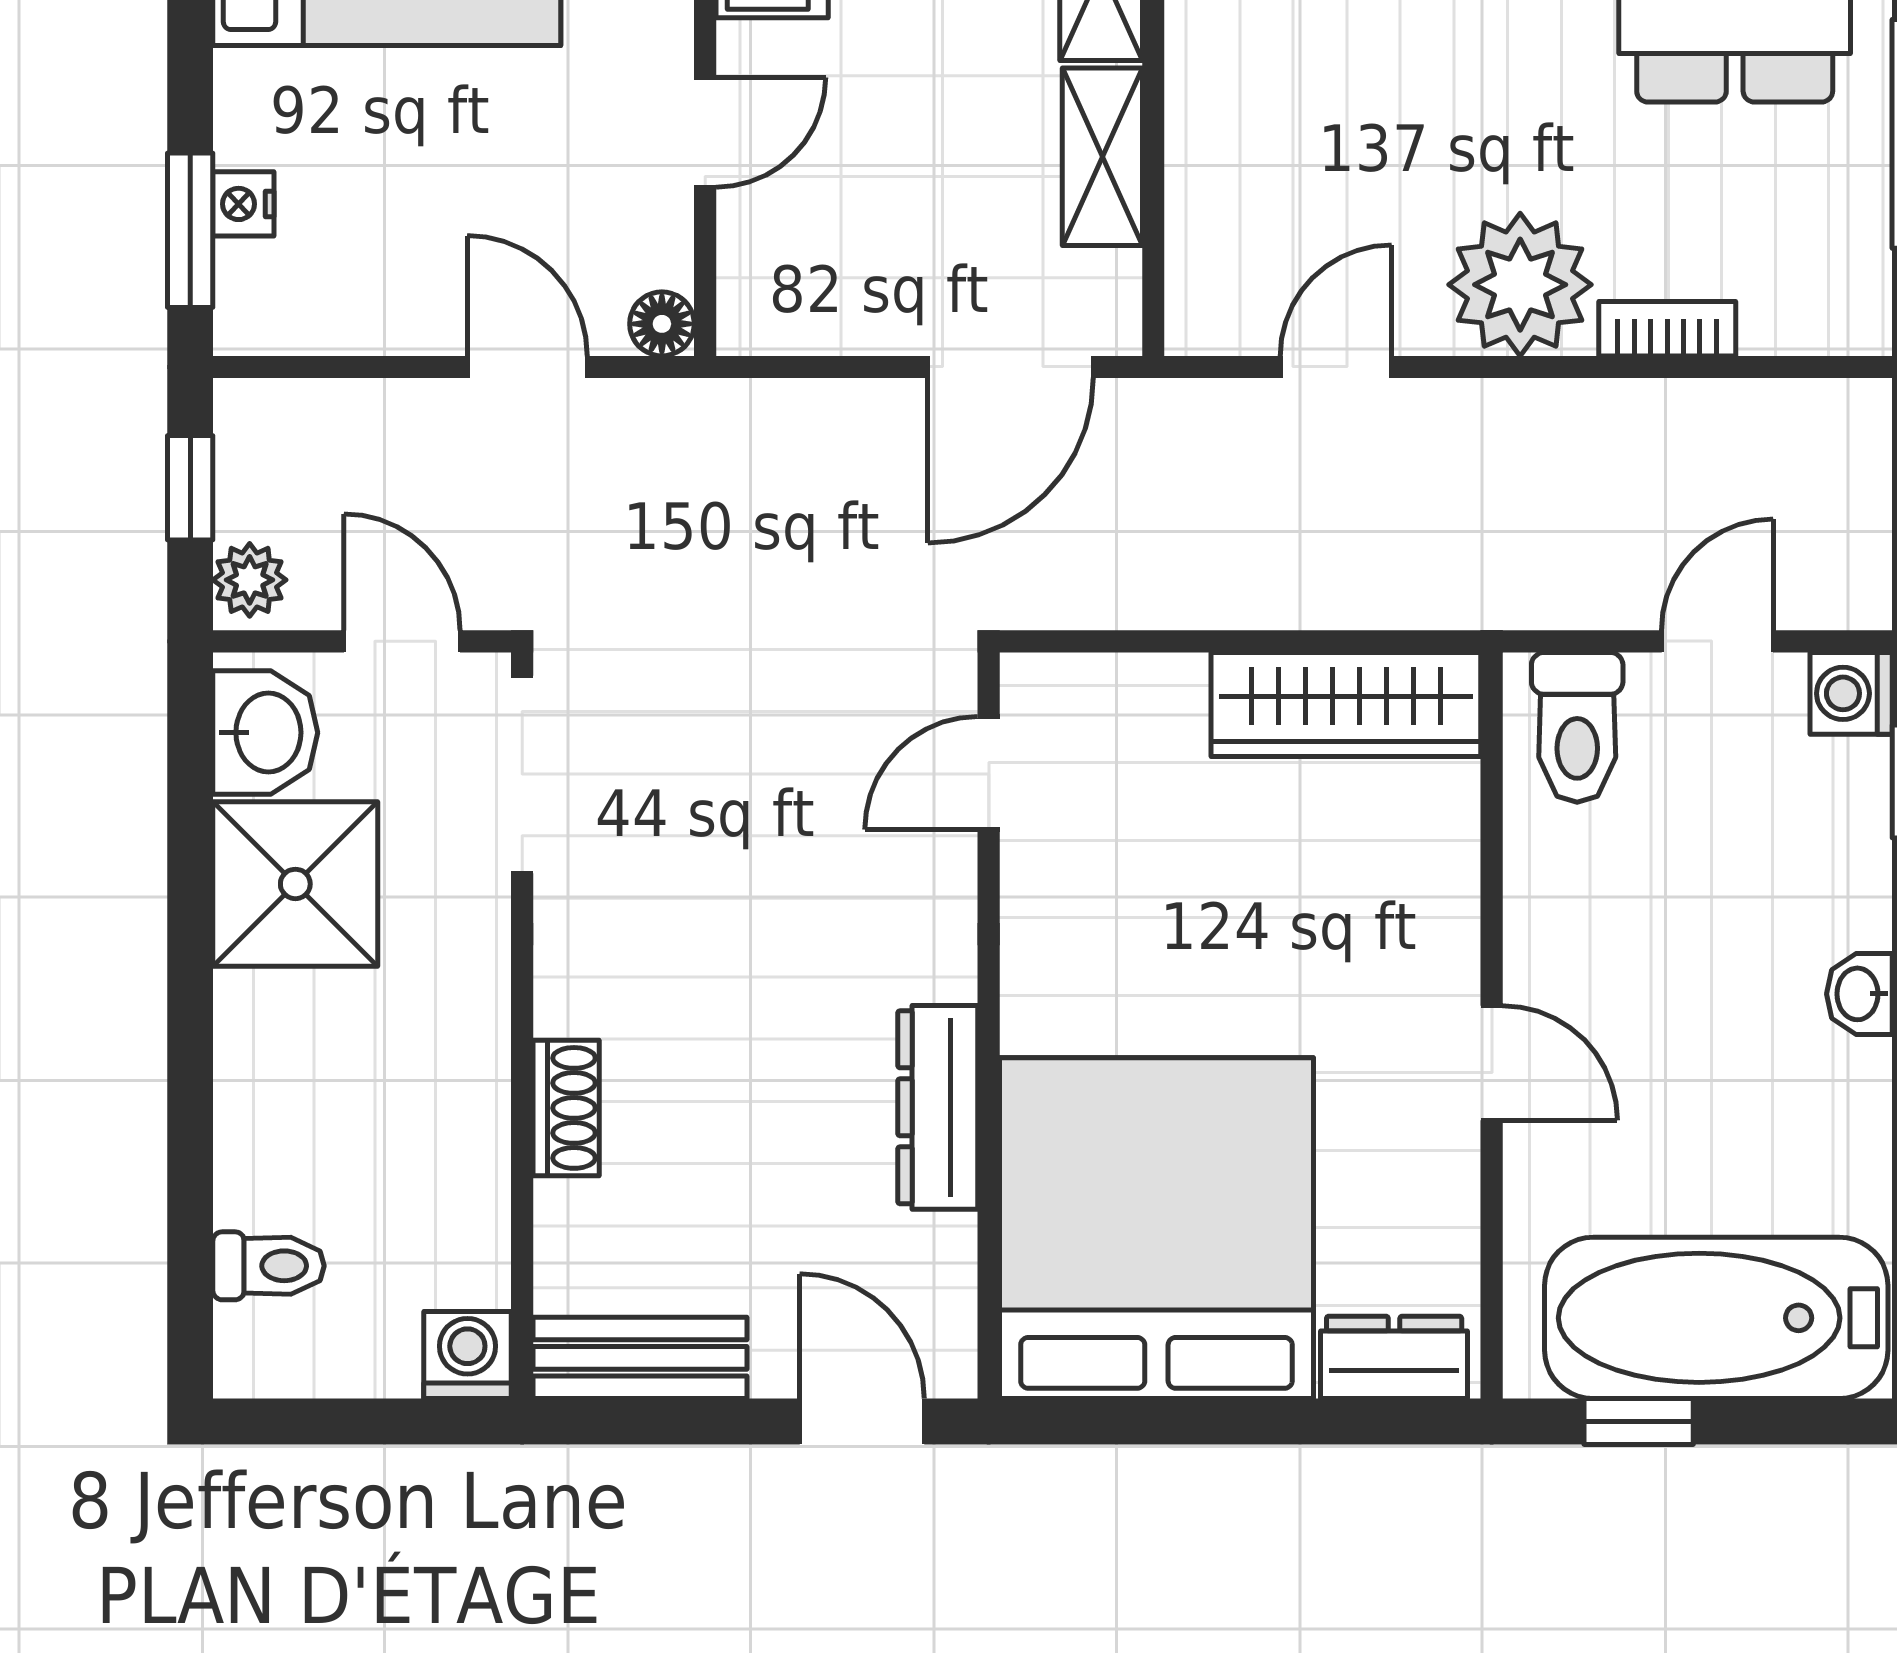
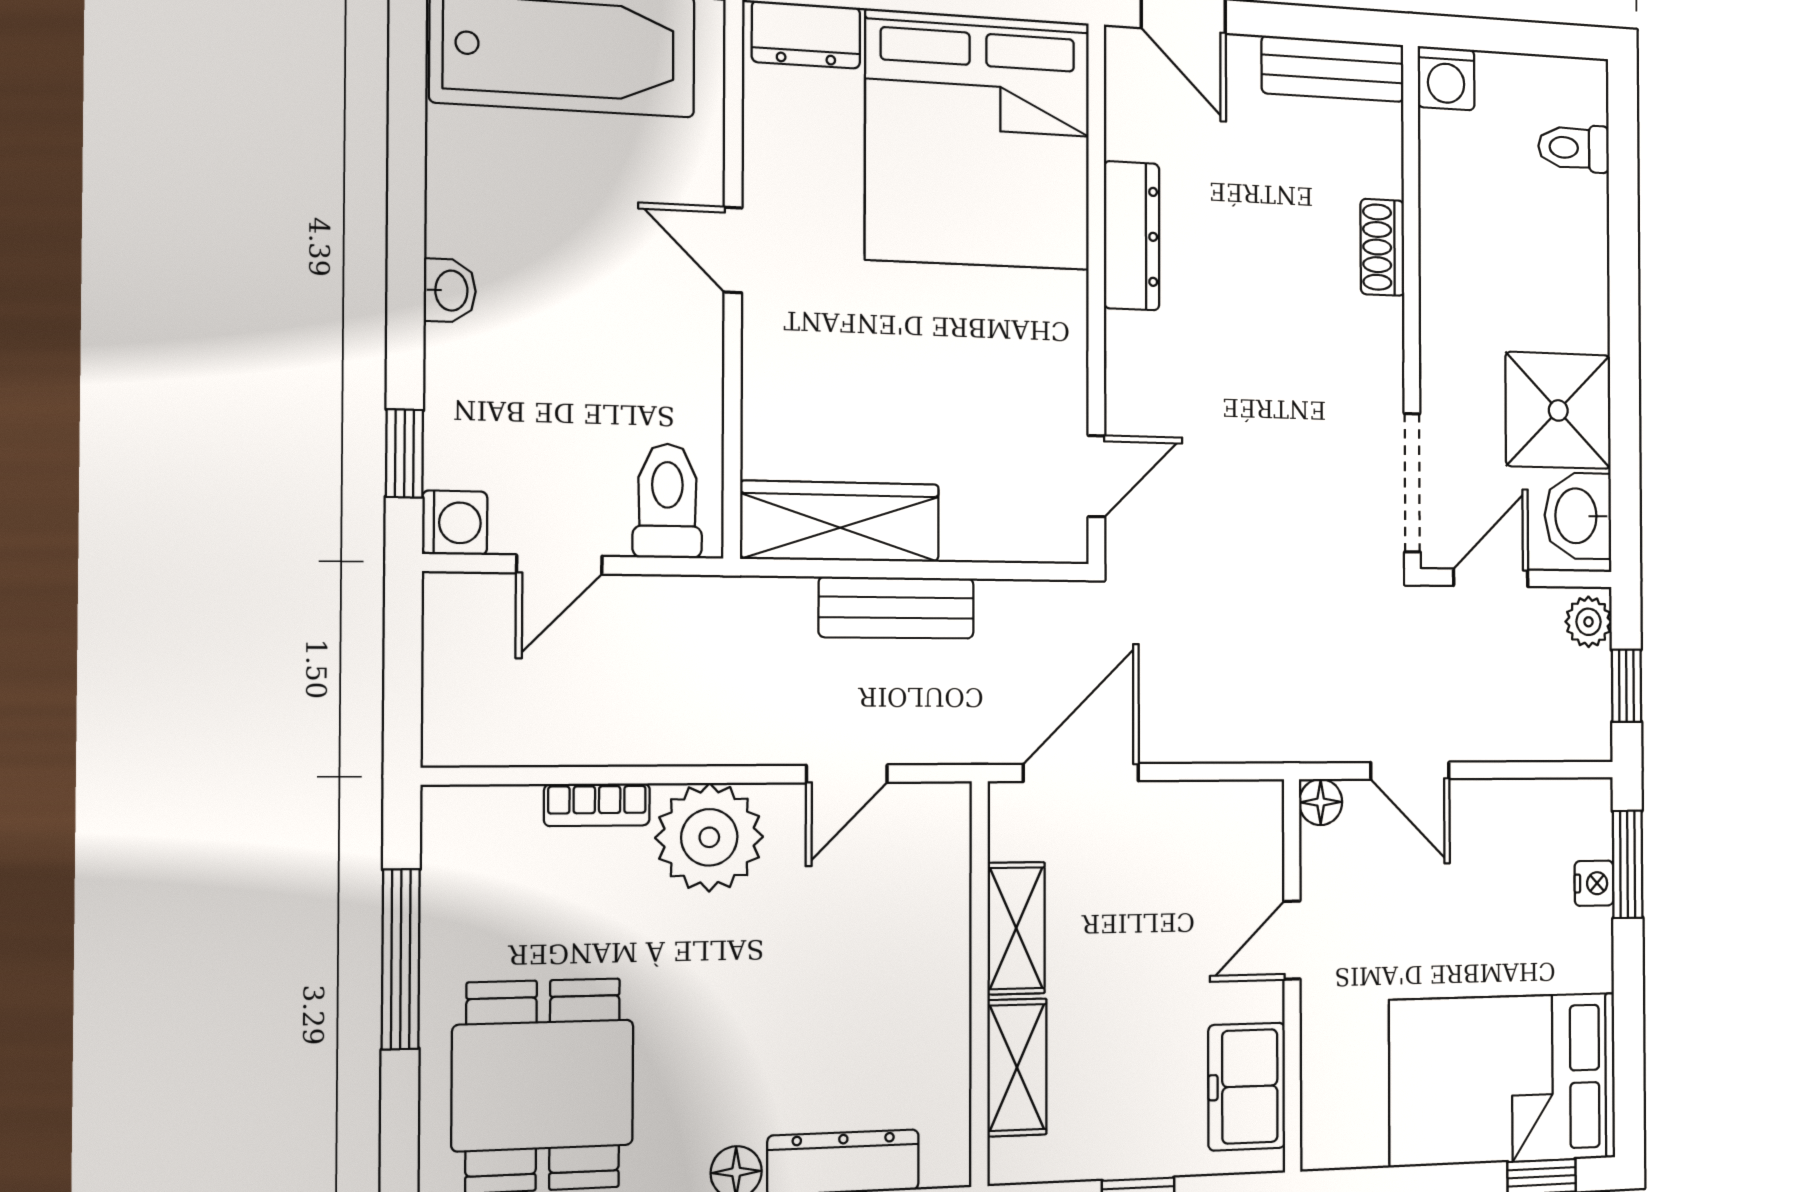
bench: (1269, 590) -> (896, 608), added
door: (402, 641) -> (1491, 578), swing flipped

